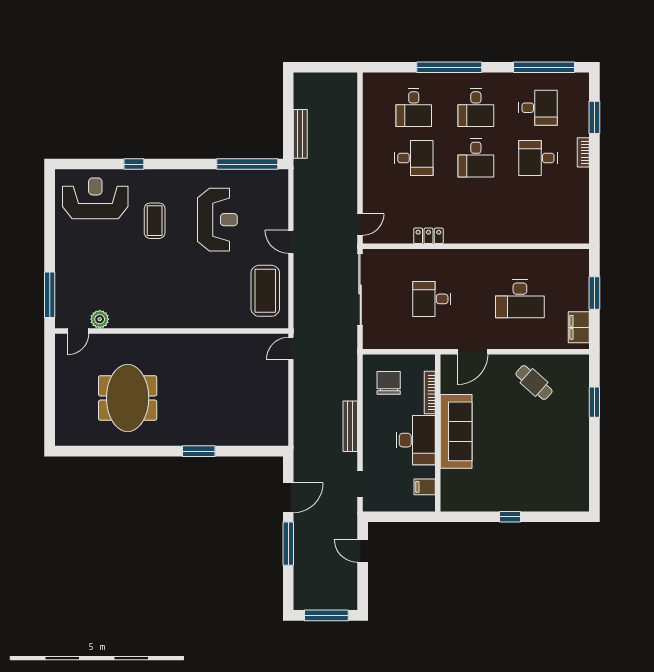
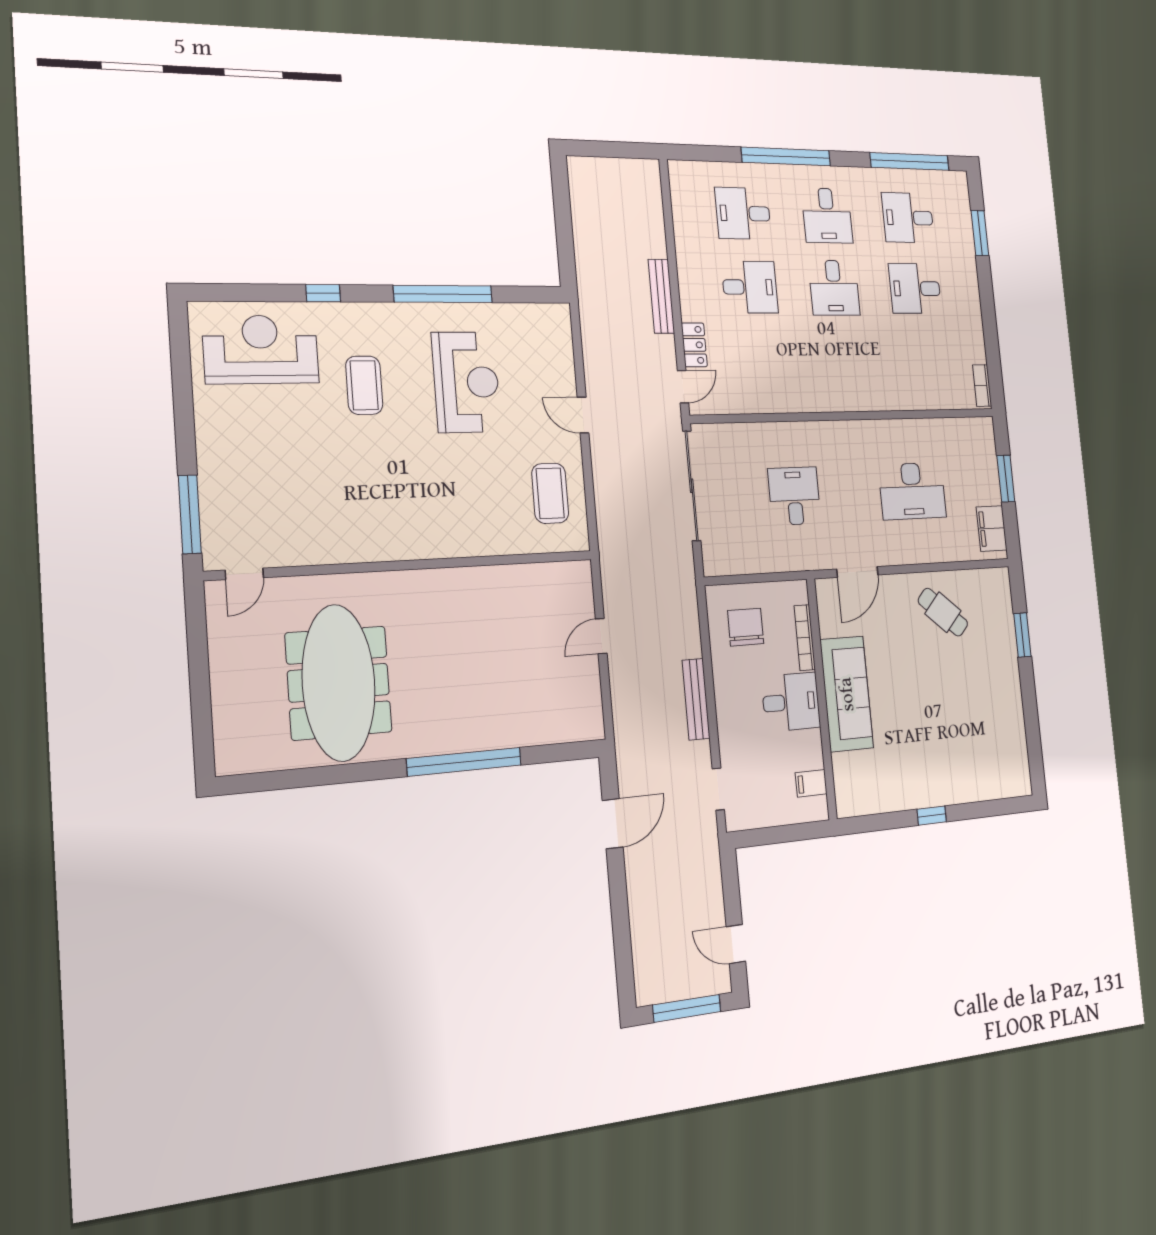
desk: (414, 108) -> (743, 213), turned 90
desk: (538, 108) -> (908, 218), turned 180
bench: (300, 134) -> (661, 296), moved
bookcase: (583, 152) -> (982, 385), moved
window: (247, 164) -> (443, 294), moved
locker: (428, 236) -> (694, 345), moved, turned 90
coffee table: (265, 291) -> (550, 493), width x0.73, depth x0.76
desk: (432, 299) -> (794, 496), turned 90
plant: (100, 319) -> (281, 552), removed
door: (291, 348) -> (601, 636), moved
meeting table: (128, 398) -> (339, 683), width x1.36
desk: (416, 440) -> (791, 702), width x0.73
window: (199, 451) -> (464, 762), width x2.11
window: (288, 544) -> (619, 899), removed
door: (363, 551) -> (736, 944), moved

